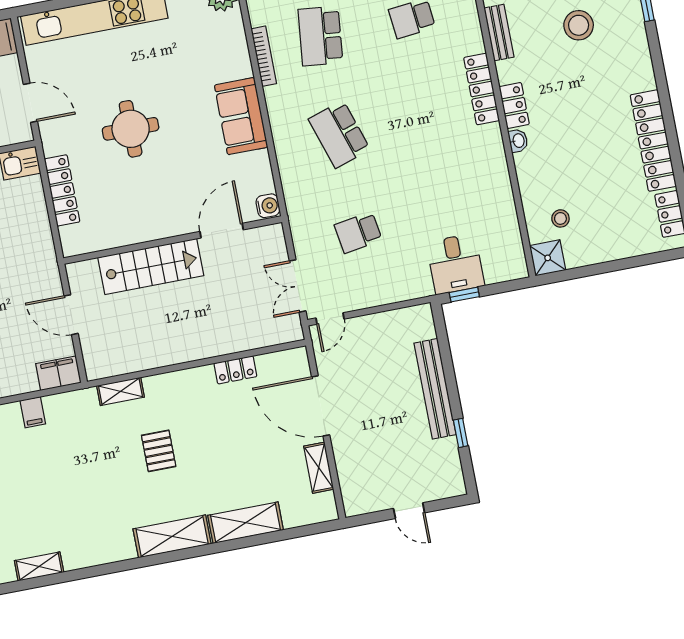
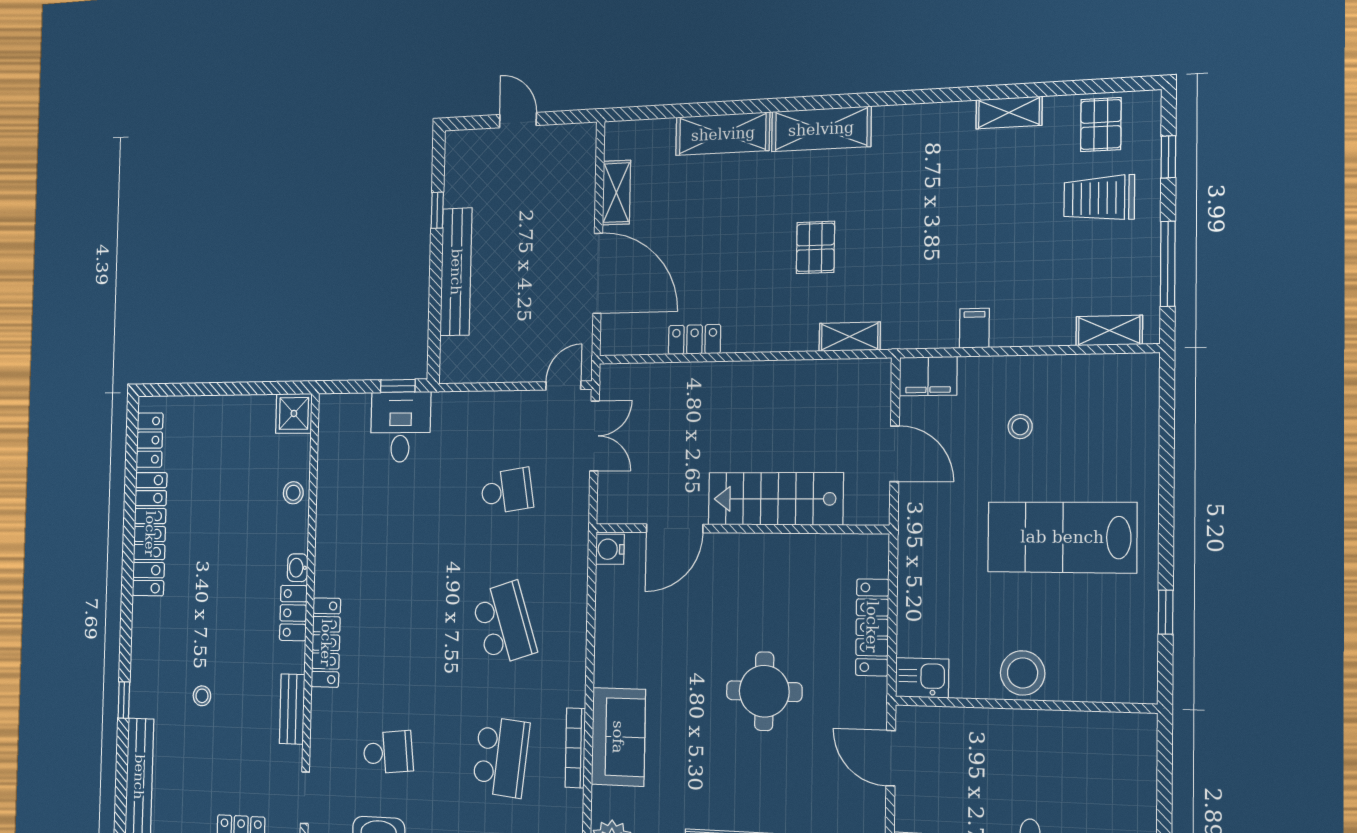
stool: (579, 25) -> (202, 696), width x0.53, depth x0.53
sofa: (241, 116) -> (618, 737), moved
stool: (560, 218) -> (293, 493), moved

